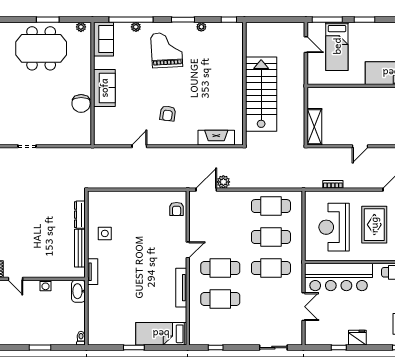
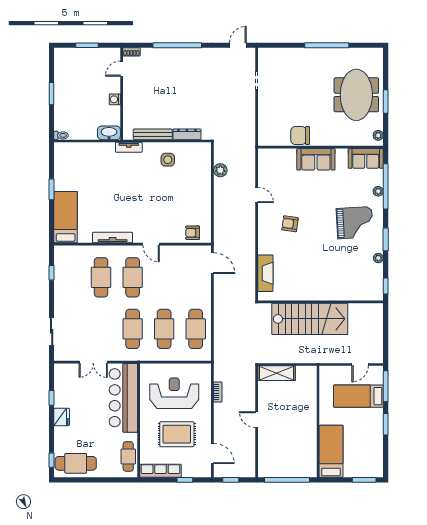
plant: (223, 182) -> (220, 170), moved

